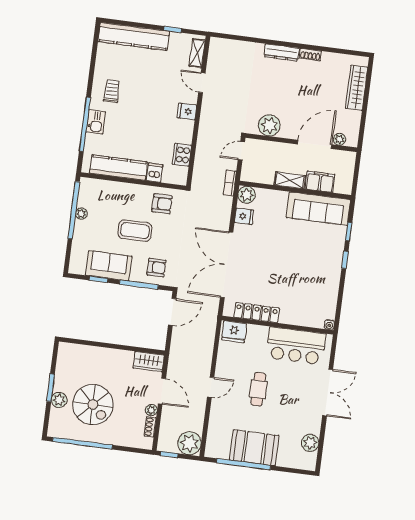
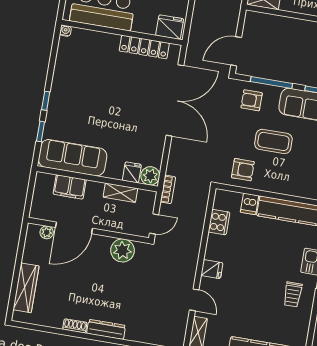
shelving: (290, 180) -> (120, 193), moved
armchair: (162, 204) -> (243, 170), turned 180
fridge: (244, 216) -> (132, 172), moved, turned 90

